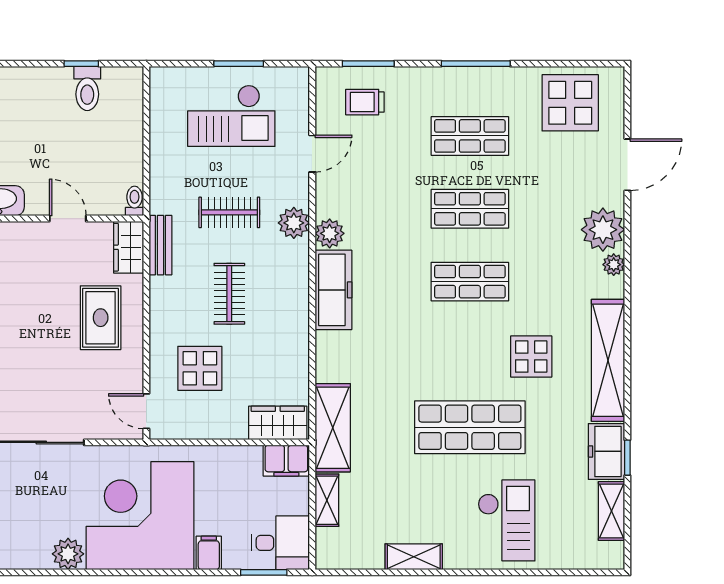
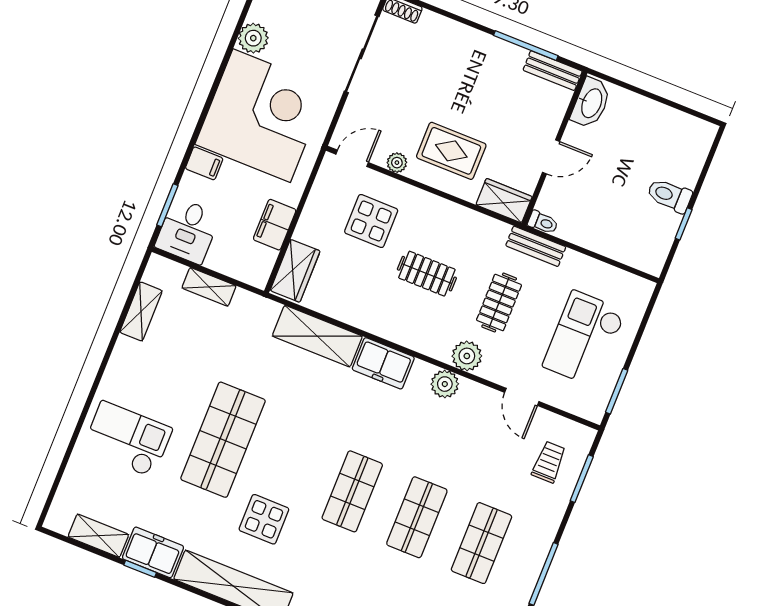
window: (239, 64) -> (617, 391), moved
toilet: (87, 88) -> (669, 195), moved
bench: (160, 245) -> (536, 246), moved
freezer: (333, 290) -> (383, 363), width x0.71
plant: (133, 366) -> (397, 163), added
shelving: (333, 428) -> (317, 336), moved
filing cabinet: (286, 461) -> (275, 225), moved
checkout: (507, 520) -> (127, 439), turned 180
shelving: (414, 557) -> (141, 311), moved

